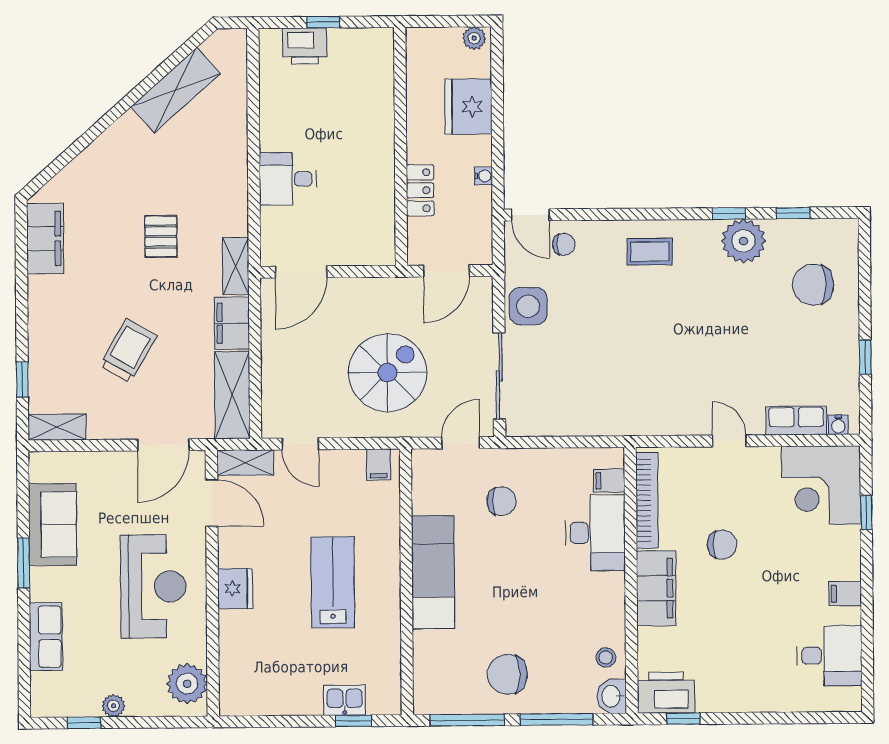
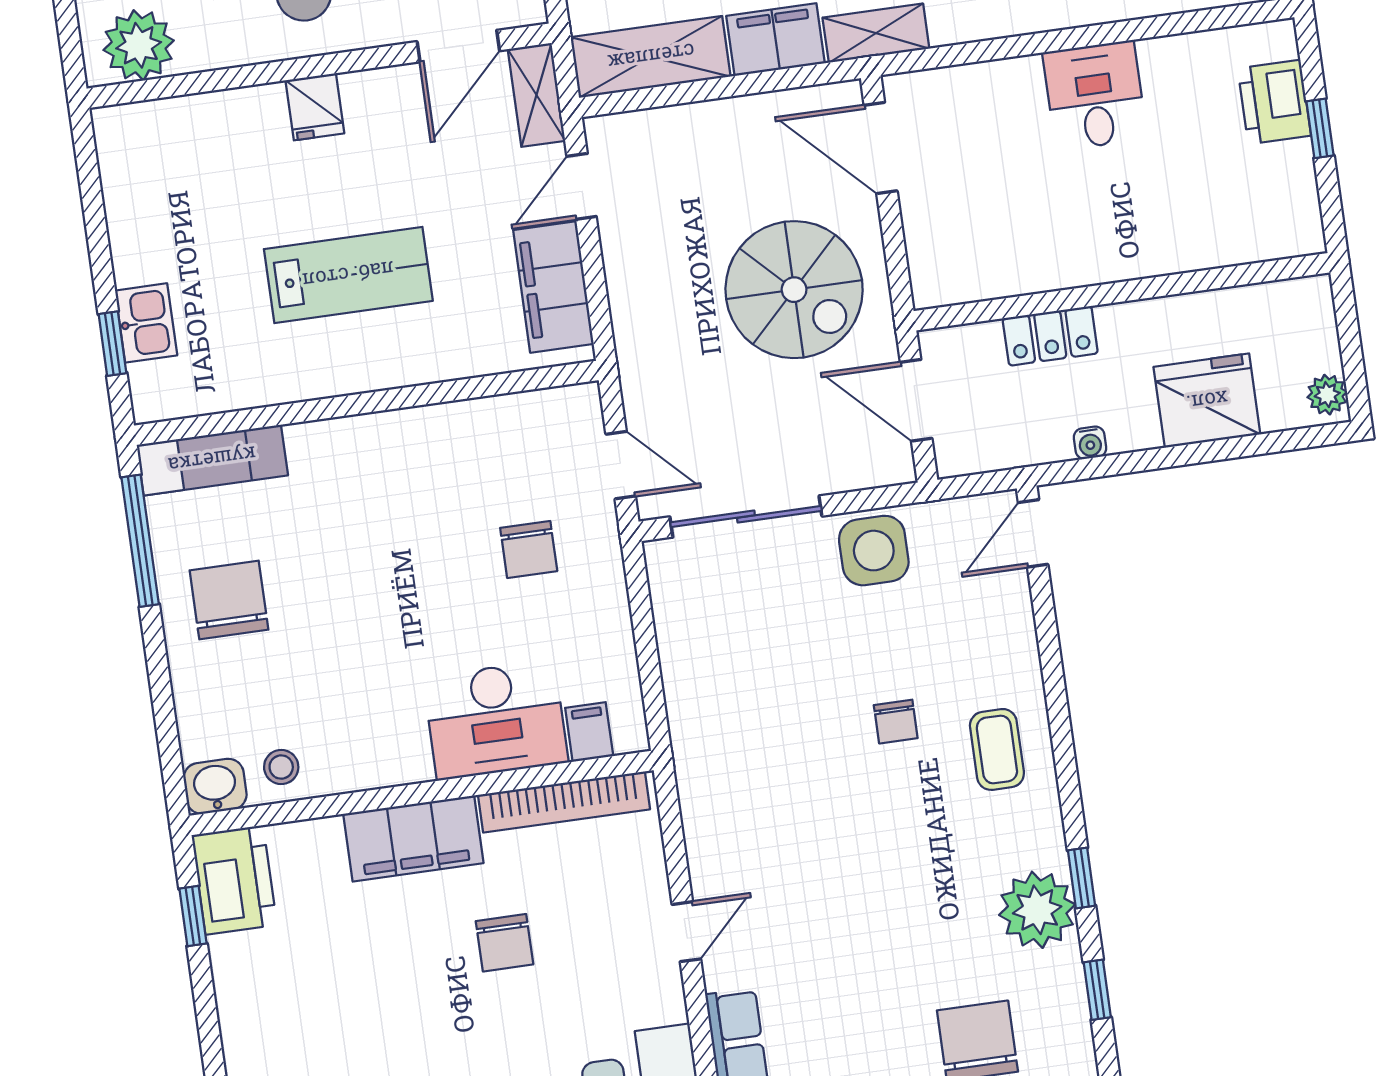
desk: (288, 179) -> (1095, 96), moved
chair: (564, 244) -> (896, 722), moved
spiral stairs: (388, 373) -> (794, 290), moved
filing cabinet: (379, 465) -> (553, 287), width x3.00, depth x1.17
exam couch: (433, 572) -> (212, 460), moved, width x0.73, depth x0.69
fridge: (235, 589) -> (315, 107), width x0.72
window: (557, 719) -> (162, 696), removed

